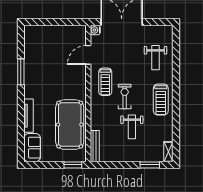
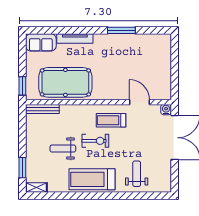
weight bench: (156, 58) -> (137, 174), turned 90
treadmill: (161, 100) -> (92, 179), width x1.37, depth x1.38

